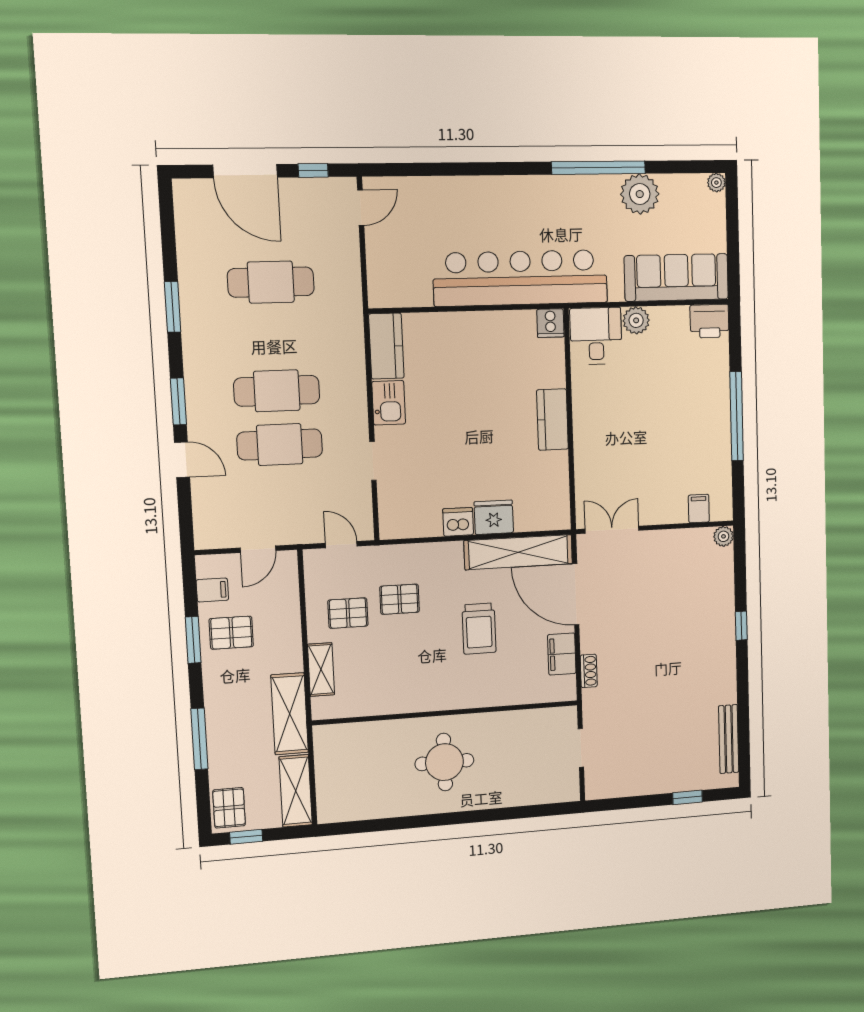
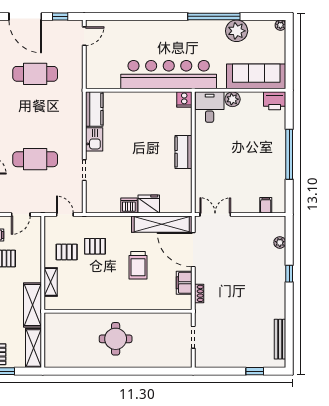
cafe table: (277, 391) -> (35, 131), removed
plant: (723, 536) -> (280, 242), moved

